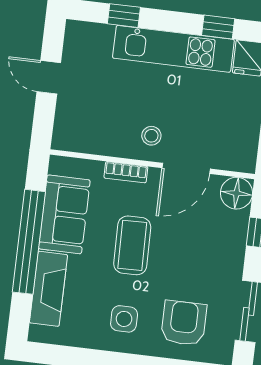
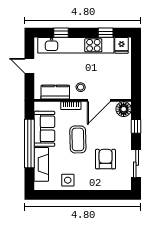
kitchen unit: (173, 49) -> (76, 45), width x1.36
kitchen counter: (97, 140) -> (55, 92), added
side table: (124, 319) -> (68, 180), moved
armchair: (184, 323) -> (106, 159), moved

